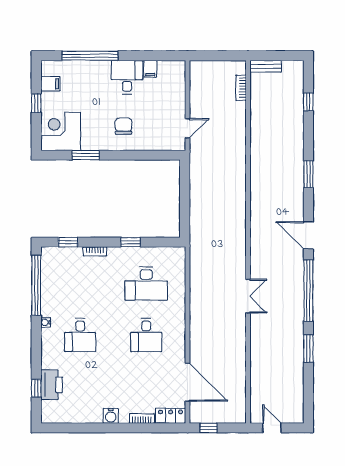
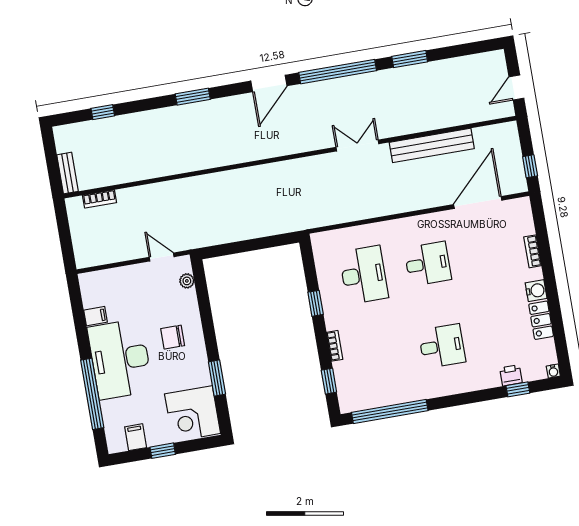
desk: (127, 77) -> (120, 359), width x1.87, depth x1.30
plant: (165, 145) -> (187, 281), added
water cooler: (46, 322) -> (553, 371), moved
bench: (238, 354) -> (432, 145), added
printer: (52, 385) -> (511, 375), width x0.53, depth x0.68
locker: (171, 416) -> (541, 320), moved

